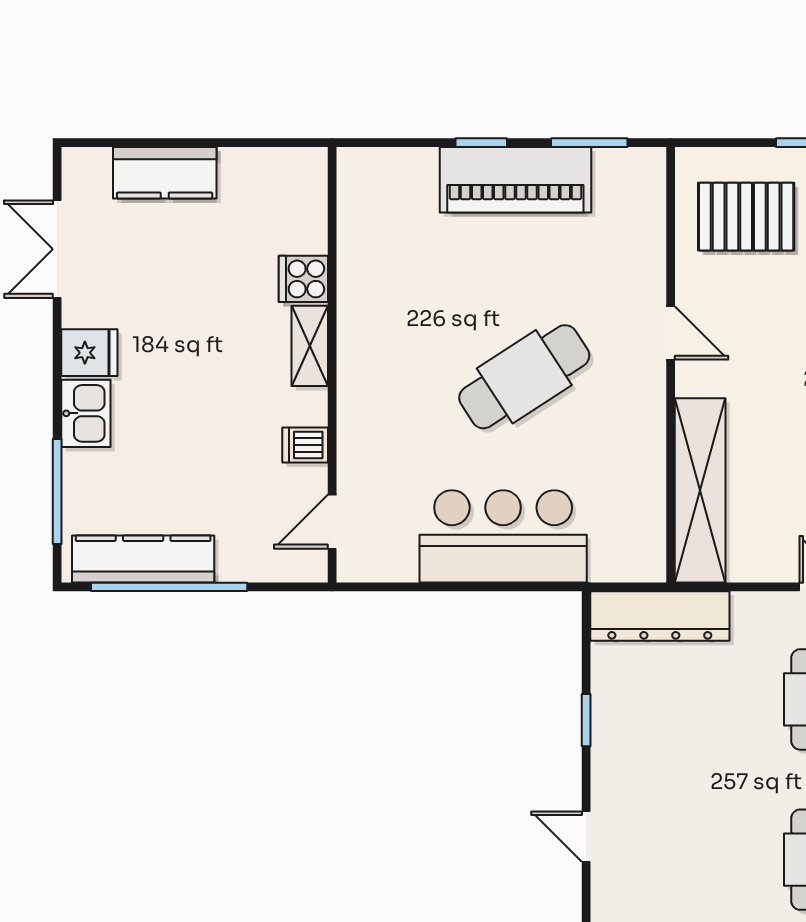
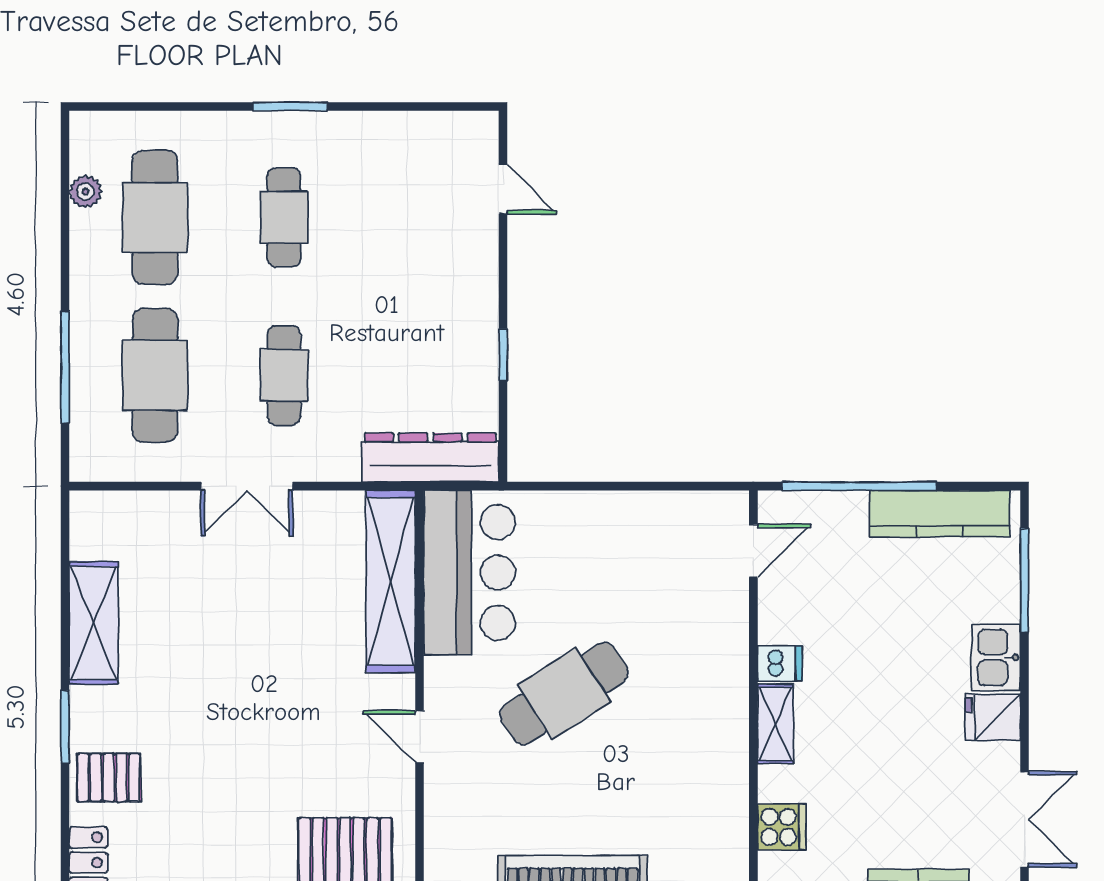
cooker: (303, 279) -> (782, 827), moved
dishwasher: (305, 445) -> (780, 663), moved
bar counter: (503, 536) -> (469, 573), moved, turned -90
window: (169, 587) -> (859, 486), moved
door: (586, 837) -> (503, 189), moved

